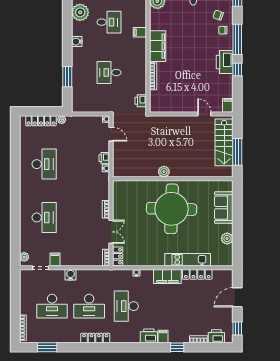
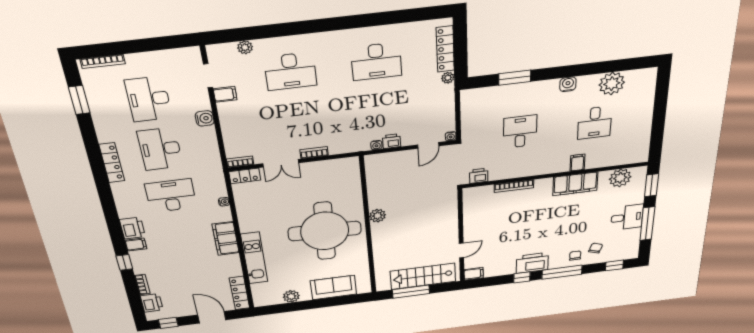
filing cabinet: (158, 46) -> (575, 184), moved
plant: (24, 257) -> (245, 47), moved
locker: (197, 274) -> (240, 293), moved

